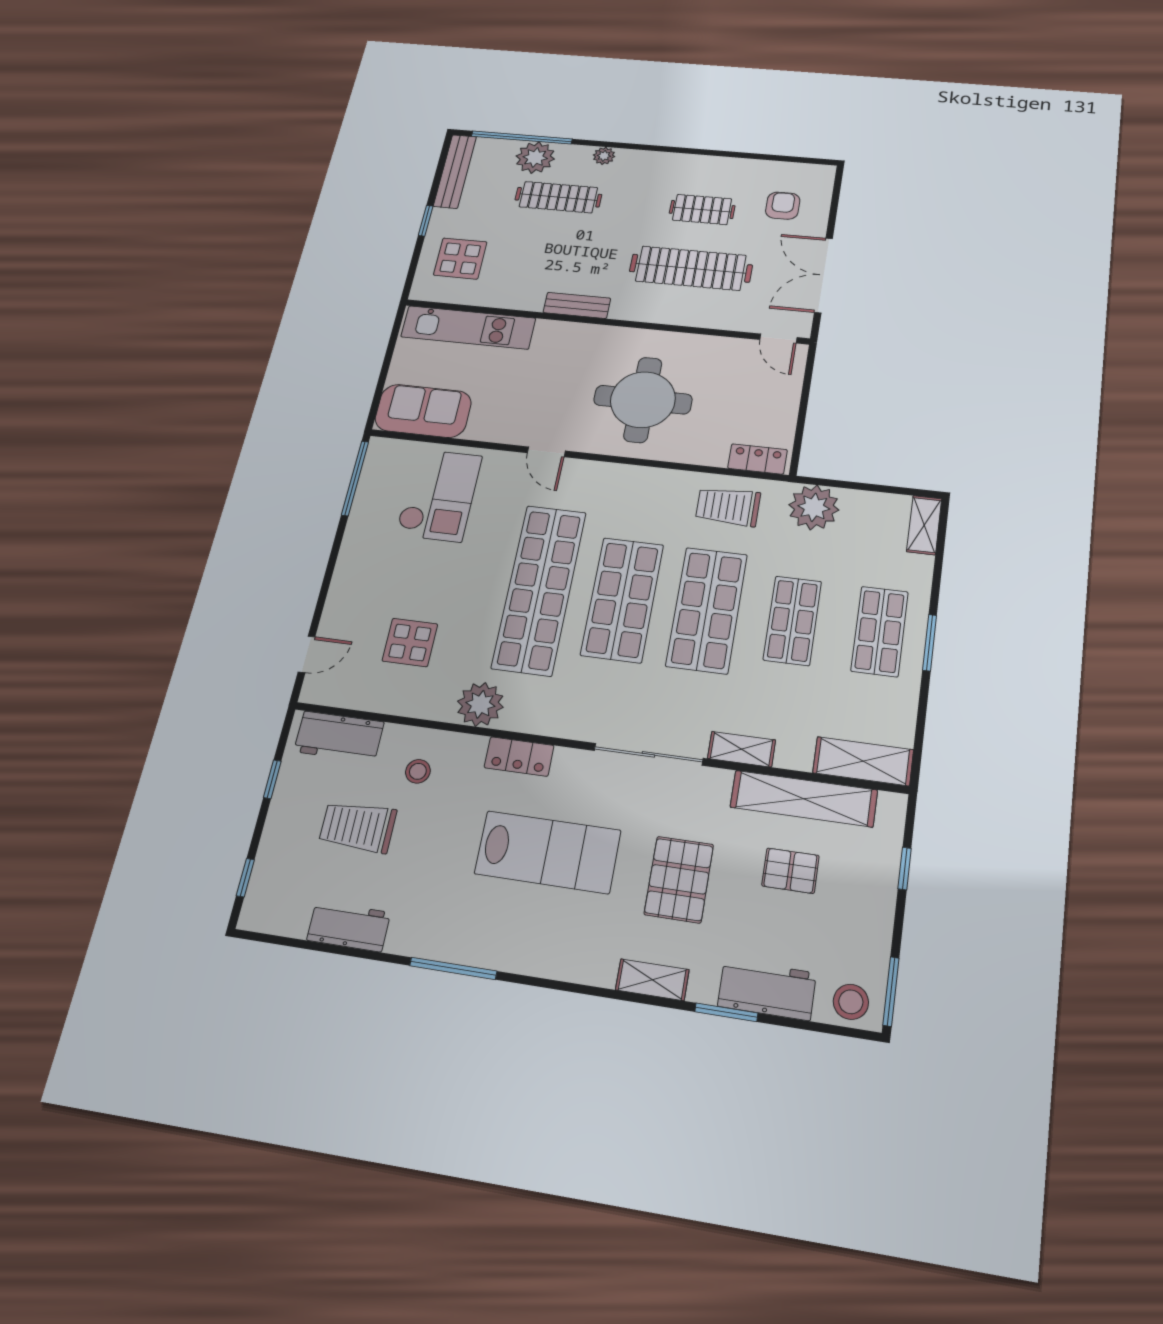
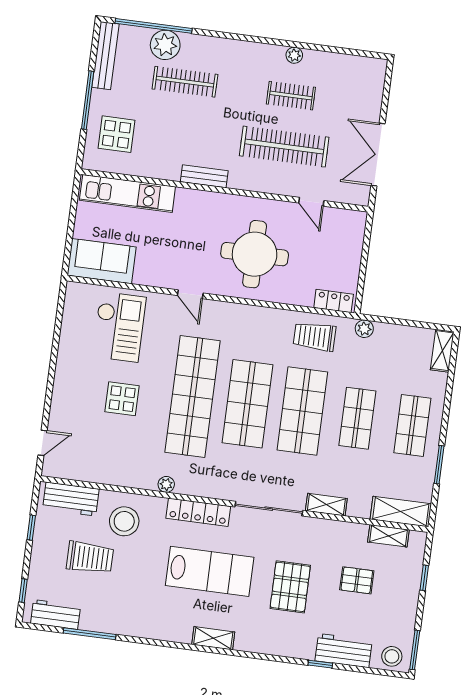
plant: (604, 156) -> (294, 55), moved
armchair: (783, 206) -> (349, 94), removed
window: (426, 221) -> (88, 100), width x2.17
door: (778, 339) -> (311, 202), moved
window: (355, 478) -> (60, 314), removed
plant: (814, 507) -> (364, 329), width x0.53, depth x0.53
display table: (410, 642) -> (122, 399), moved
window: (930, 643) -> (439, 465), moved
plant: (480, 704) -> (166, 484), width x0.53, depth x0.53
locker: (519, 757) -> (198, 512), width x1.53
stool: (418, 771) -> (124, 521), width x1.89, depth x1.89
shelving: (804, 799) -> (388, 536), width x0.45, depth x0.75
trolley: (358, 827) -> (90, 558), turned 180
workbench: (349, 926) -> (56, 614), moved
window: (453, 968) -> (90, 634), moved
shelving: (652, 980) -> (213, 638), moved
window: (726, 1012) -> (320, 664), width x0.67

